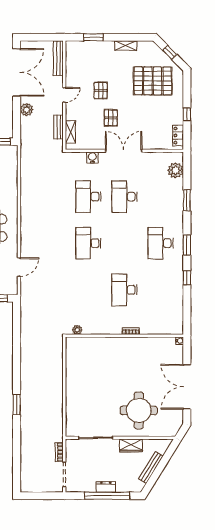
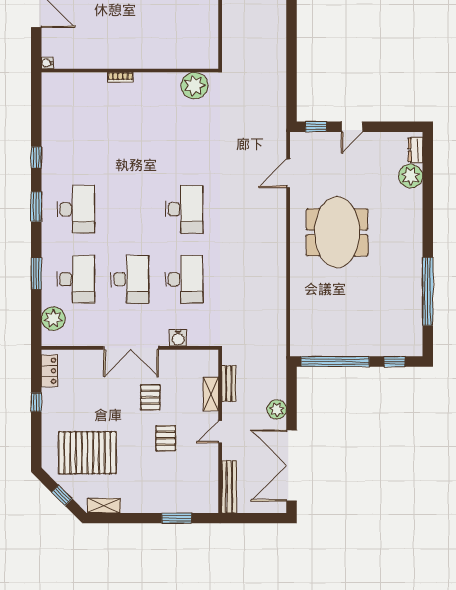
shelving: (126, 46) -> (104, 506), moved
shelving: (71, 132) -> (211, 394), moved
desk: (124, 290) -> (76, 279), moved
plant: (77, 330) -> (194, 86), width x1.87, depth x1.87

